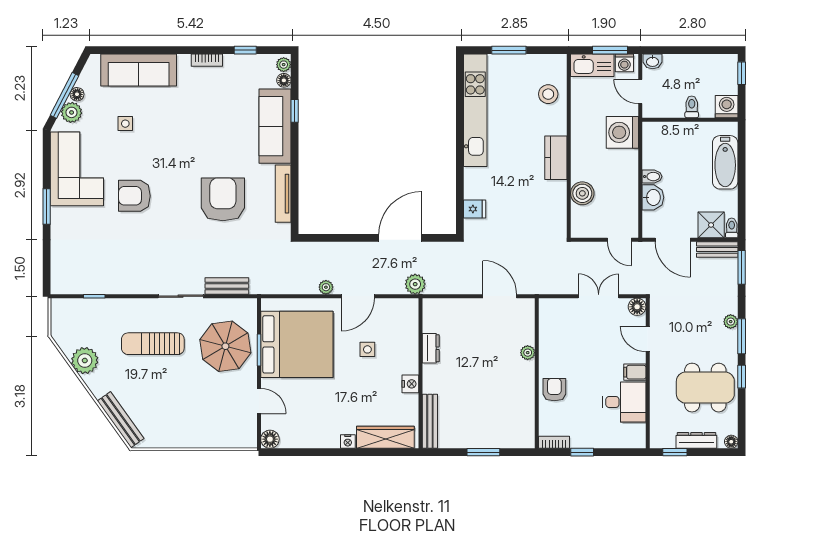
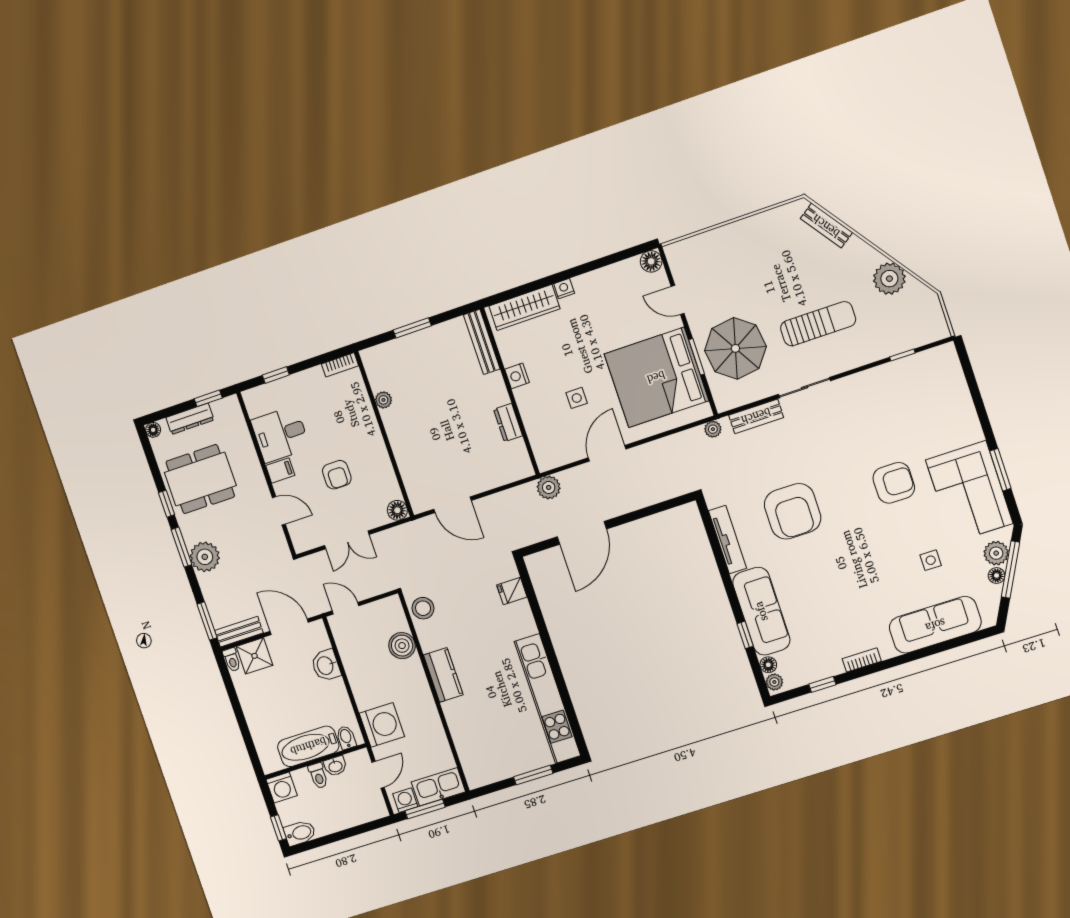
washbasin: (653, 61) -> (335, 766), moved, turned 180
bidet: (725, 63) -> (300, 833), added
door: (640, 92) -> (378, 775), hinge flipped
stool: (548, 94) -> (423, 608), moved
bathtub: (725, 162) -> (308, 746), moved, turned -90
bidet: (652, 177) -> (346, 738), moved, turned 90
window: (47, 206) -> (1000, 470), moved
plant: (326, 287) -> (713, 429), moved
floor lamp: (637, 307) -> (397, 510), moved
plant: (731, 322) -> (205, 557), width x1.87, depth x1.87
plant: (528, 353) -> (383, 400), moved
armchair: (554, 390) -> (337, 475), moved
bench: (121, 420) -> (826, 226), width x0.73
window: (582, 452) -> (276, 375), moved

